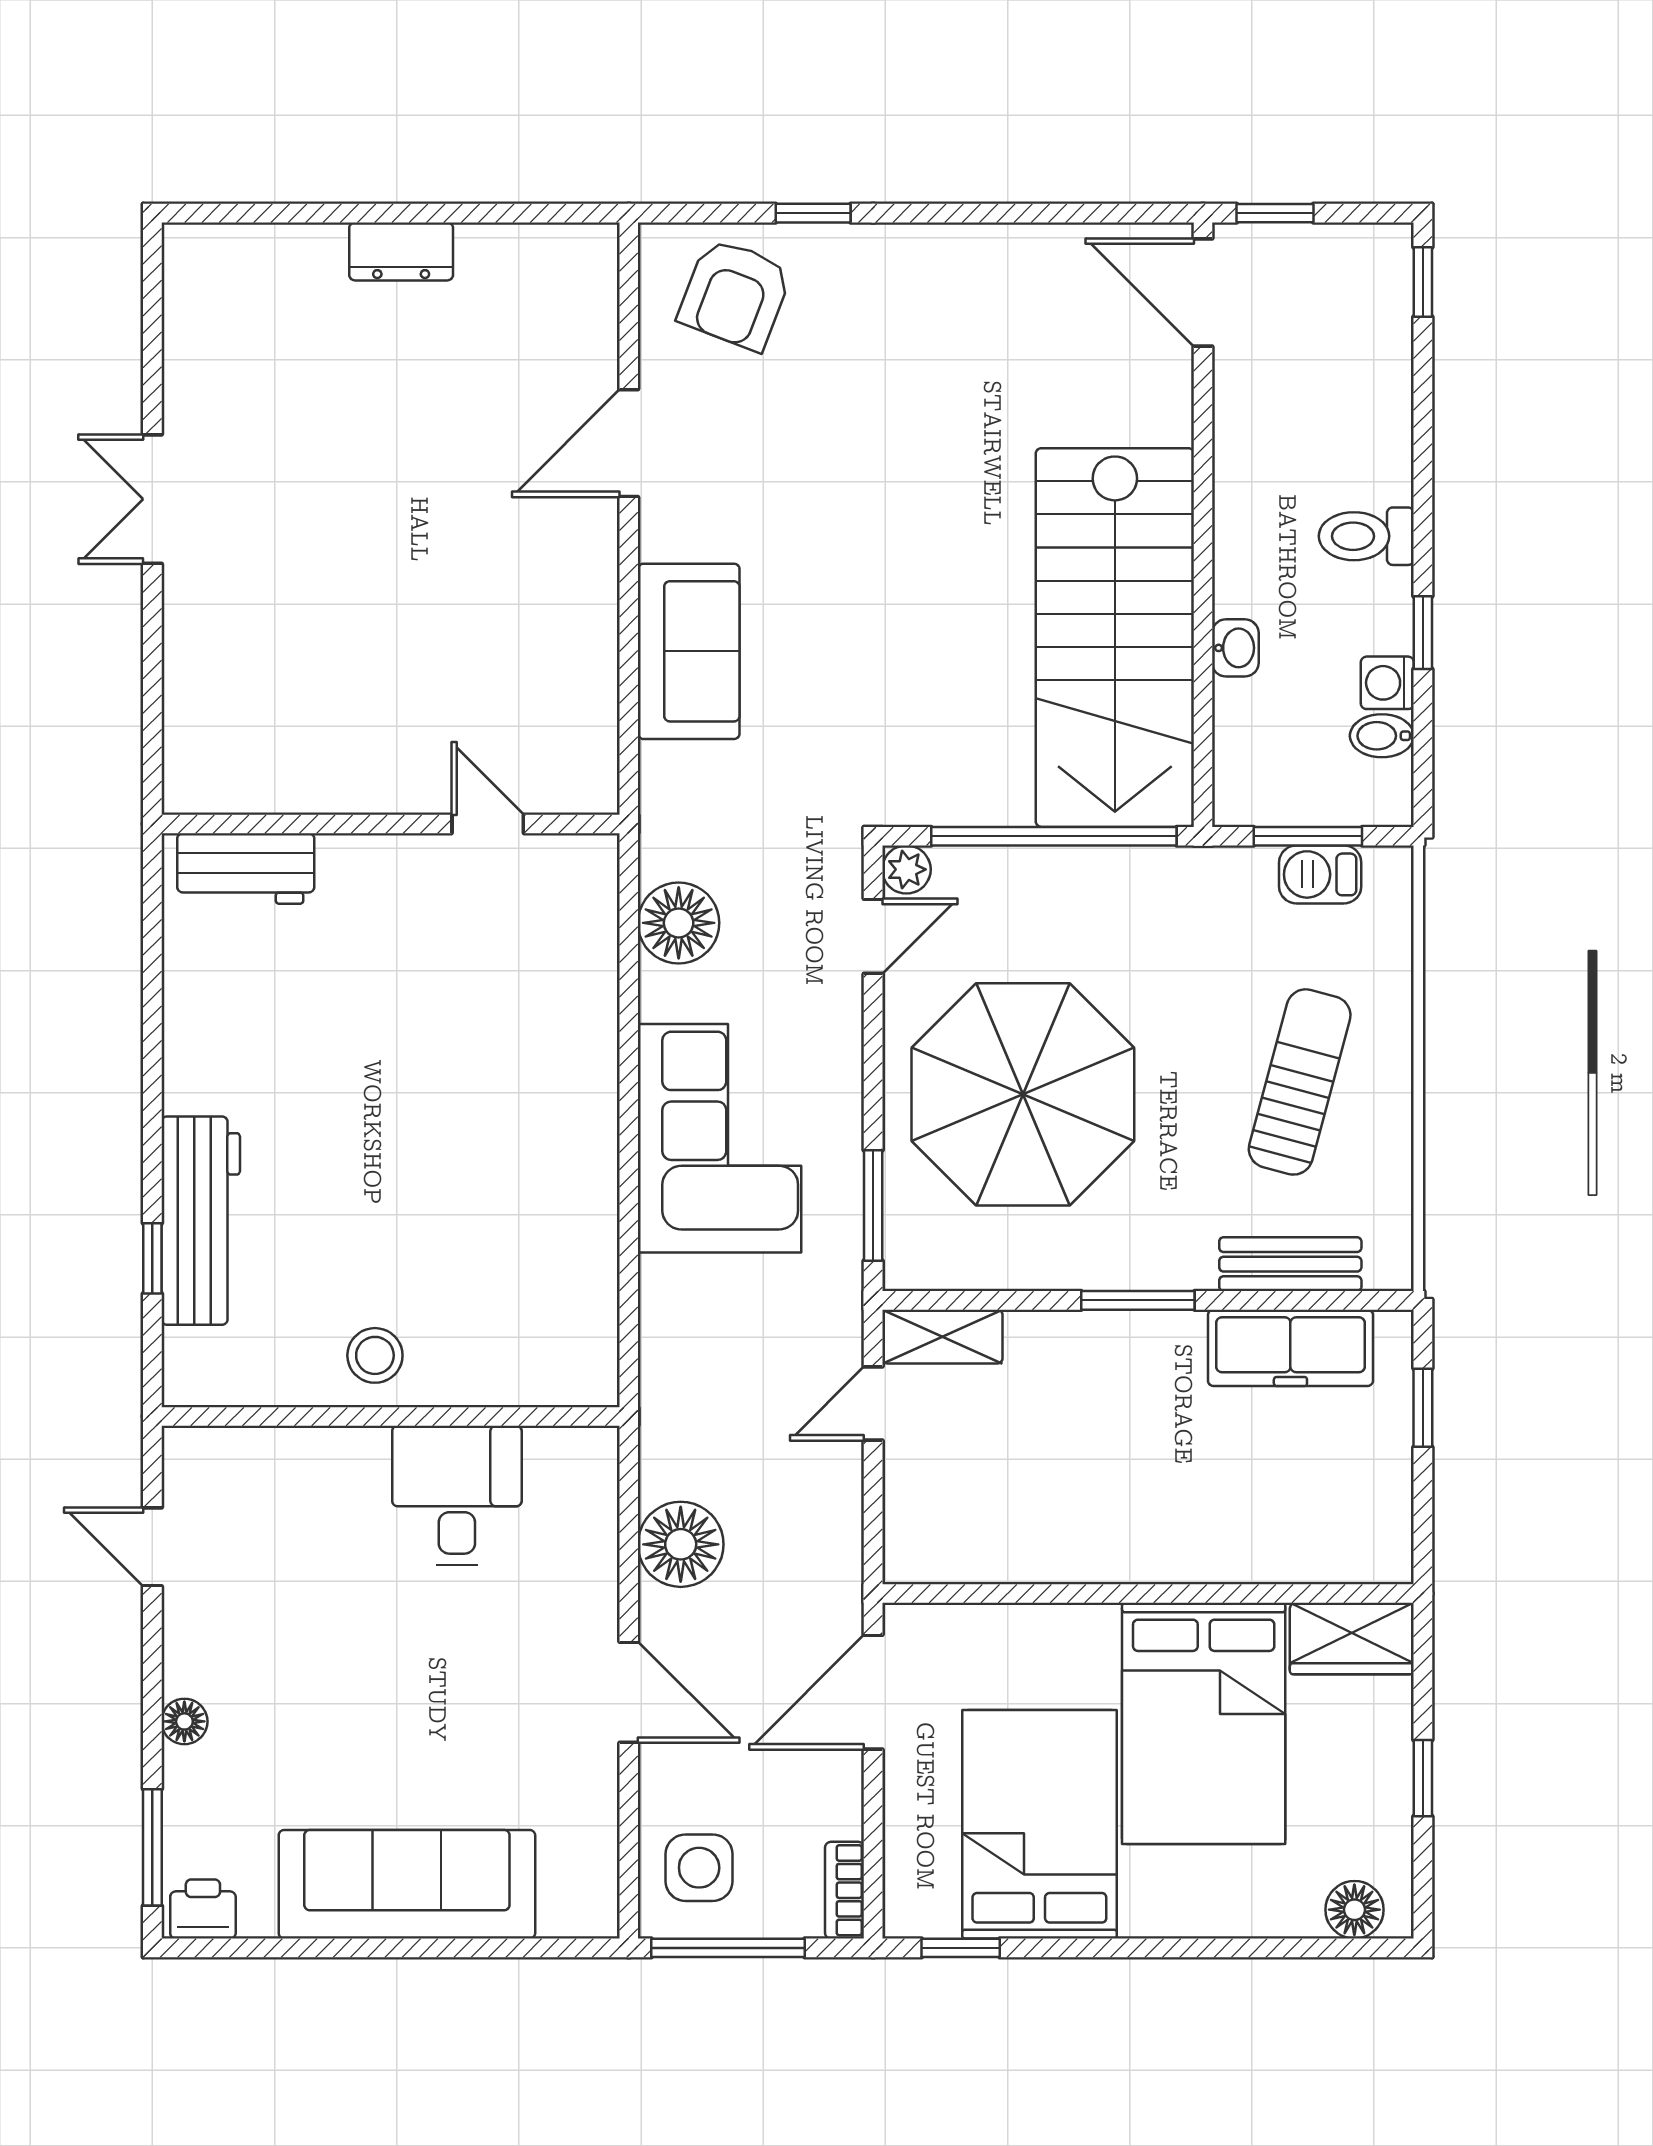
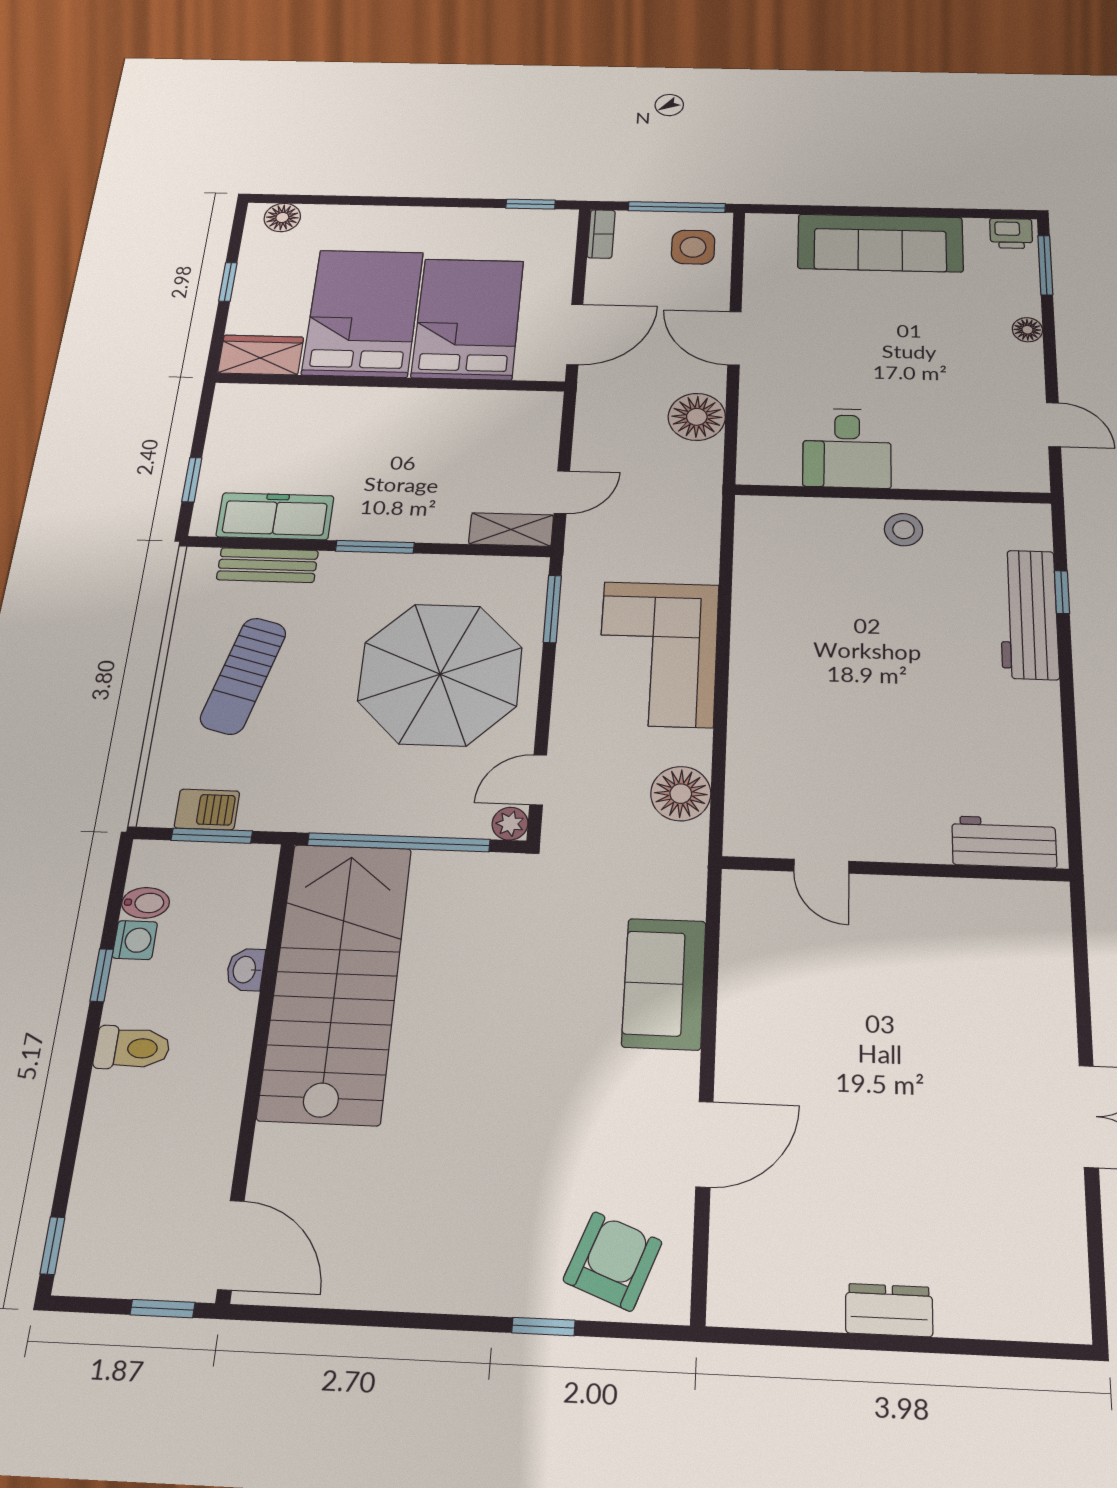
bed: (1039, 1824) -> (468, 319), moved, turned 180

